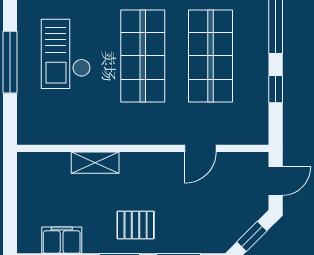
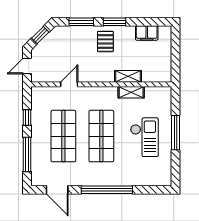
shelving: (89, 134) -> (131, 92), added
pallet: (136, 225) -> (105, 41), turned 90

